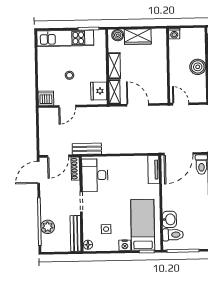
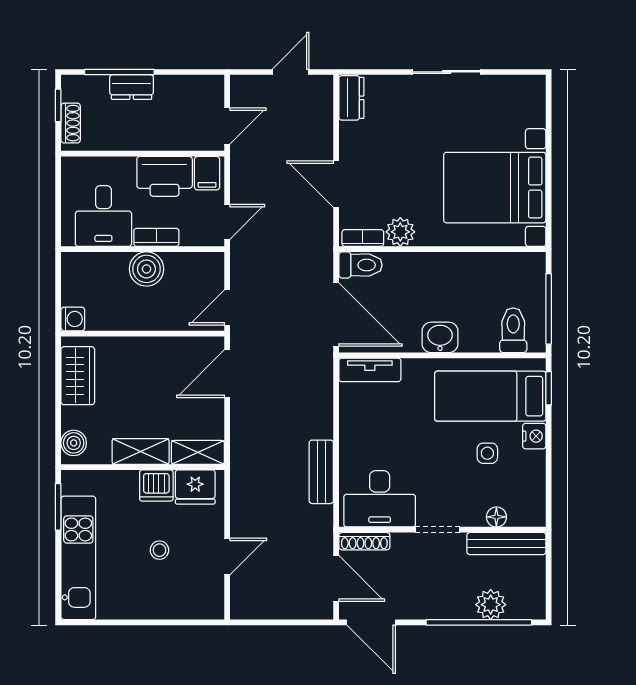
wardrobe: (138, 37) -> (78, 376), moved
dishwasher: (46, 98) -> (156, 485), moved, turned -90
door: (138, 105) -> (227, 374), moved
door: (67, 106) -> (227, 557), hinge flipped
bench: (87, 149) -> (321, 472), moved
washbasin: (169, 219) -> (440, 337), moved
side table: (106, 229) -> (487, 453), moved
floor lamp: (88, 245) -> (496, 517), moved

